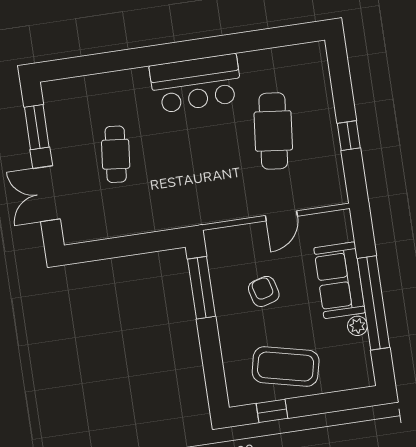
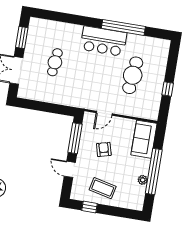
window: (226, 45) -> (123, 27), added
door: (281, 216) -> (104, 113), moved
sofa: (340, 280) -> (144, 139), moved
door: (211, 351) -> (70, 169), added
coffee table: (286, 366) -> (103, 188), width x0.73, depth x0.76

